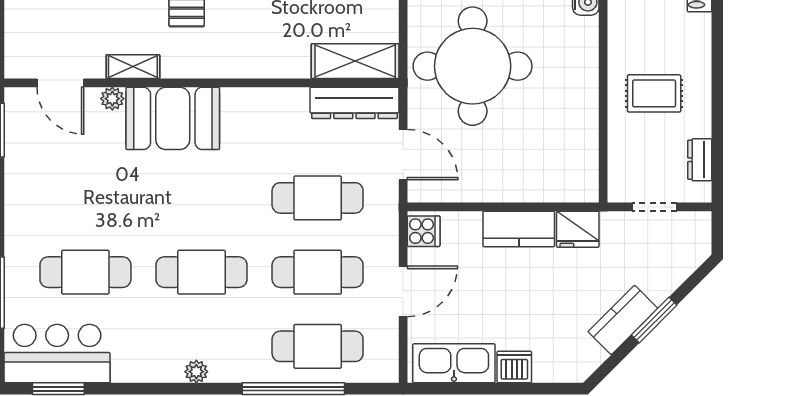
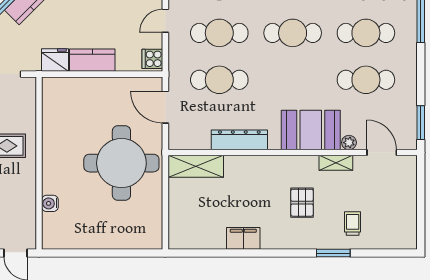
dresser: (354, 103) -> (239, 140), moved
cafe table: (85, 198) -> (366, 80), added
door: (403, 291) -> (165, 21), width x0.73

